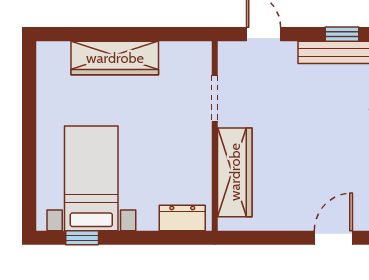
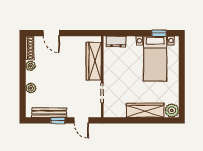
window: (342, 34) -> (58, 120), moved
plant: (52, 57) -> (172, 110), added
door: (333, 238) -> (51, 33), hinge flipped

